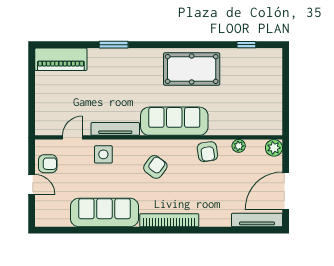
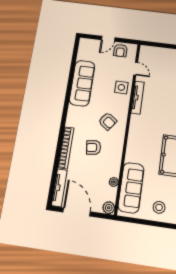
stool: (264, 80) -> (159, 207), added
sofa: (174, 121) -> (131, 188), moved
armchair: (207, 152) -> (94, 147), moved
bookcase: (169, 220) -> (66, 148), moved

